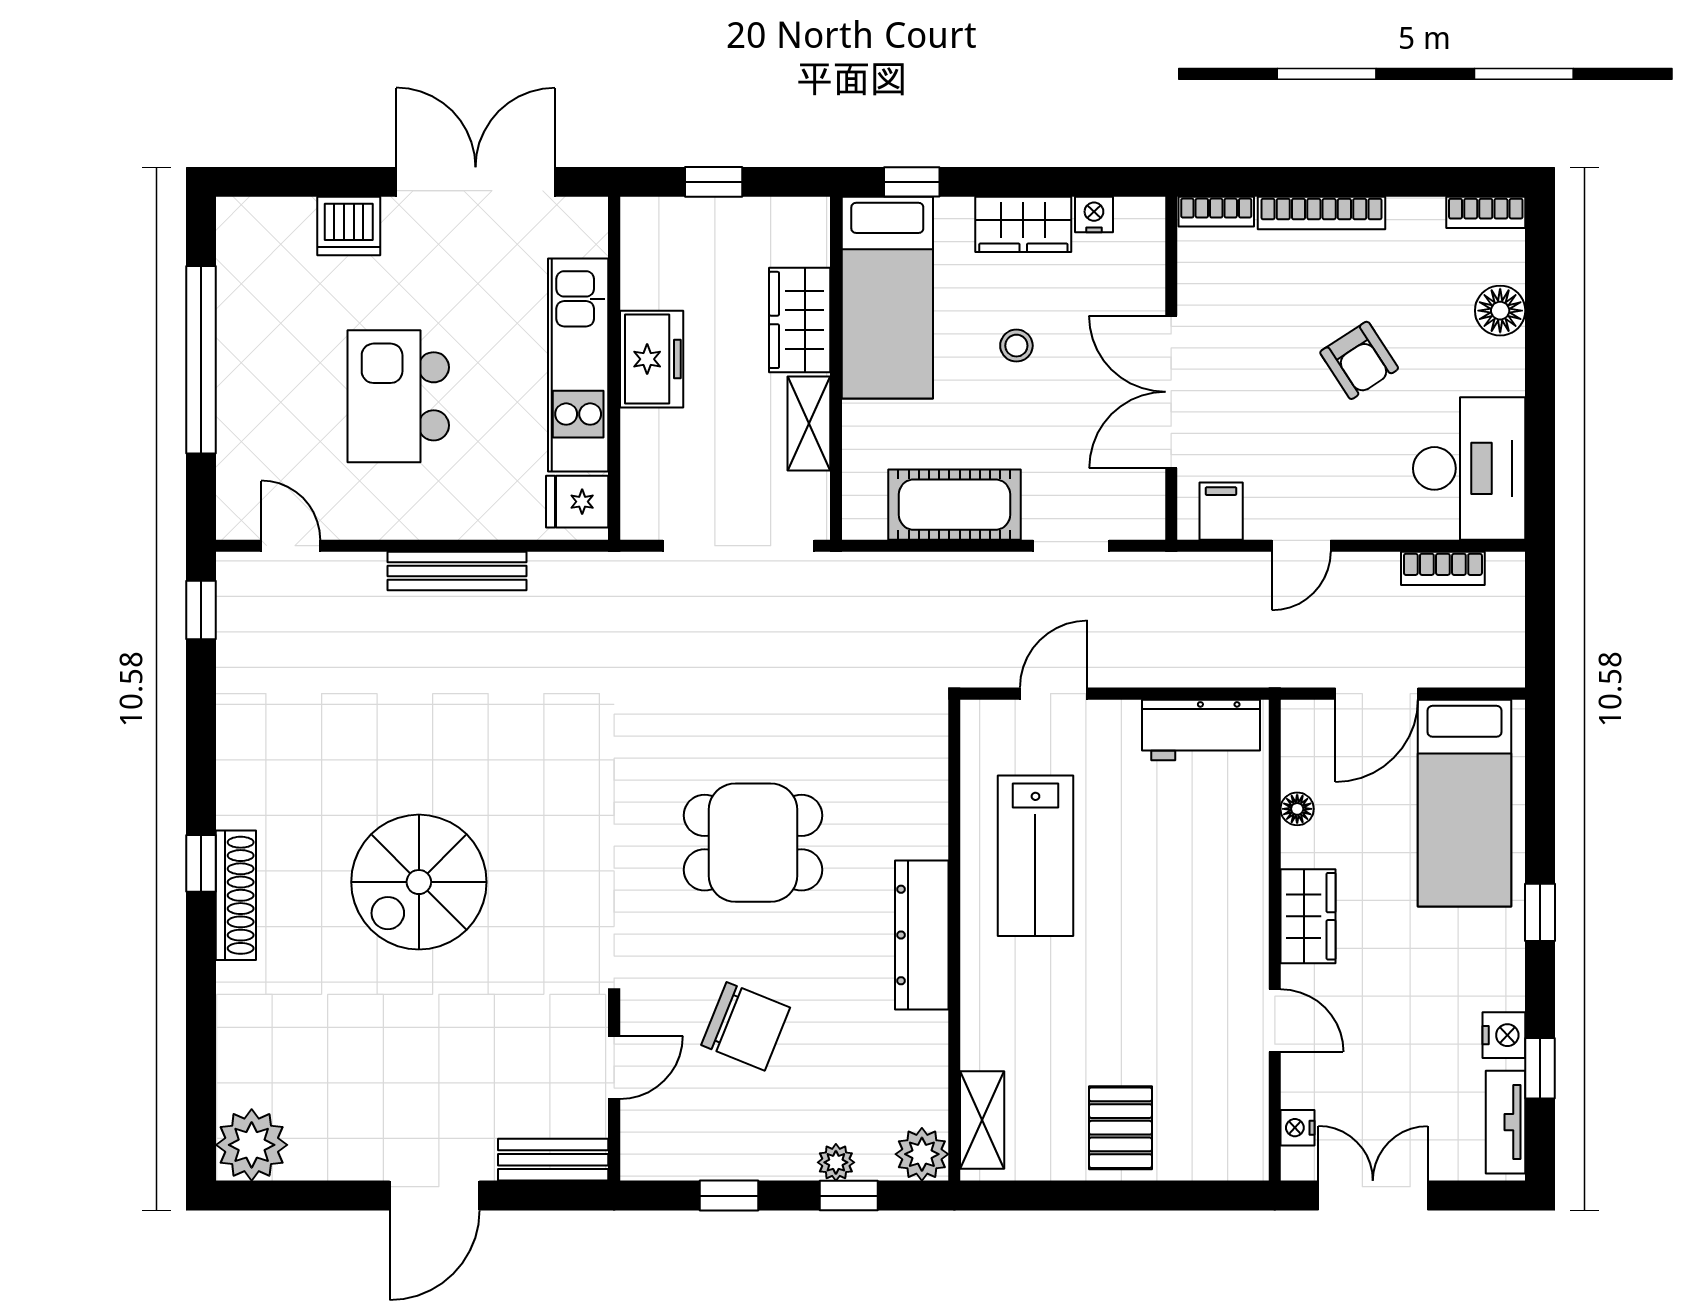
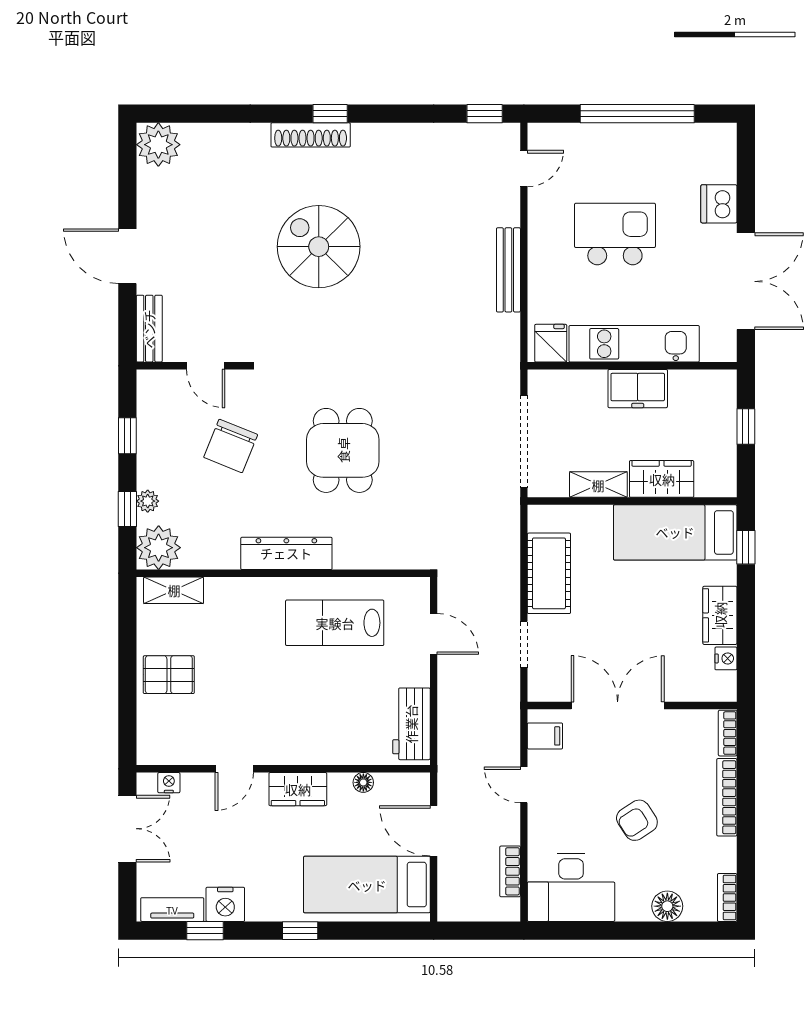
stool: (1016, 346) -> (646, 611), removed
nightstand: (1504, 1035) -> (225, 904), width x1.36, depth x1.33
plant: (922, 1154) -> (159, 548), width x1.36, depth x1.36

